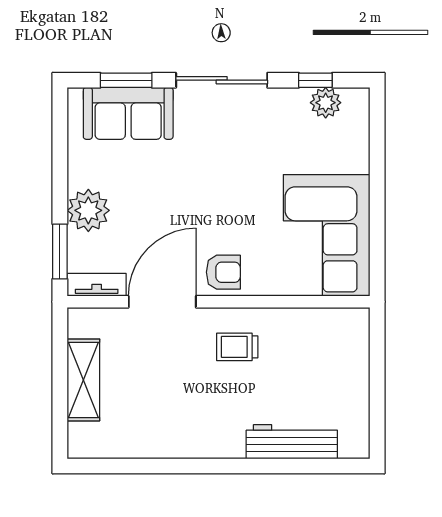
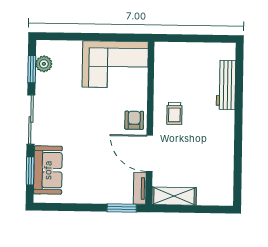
window: (315, 80) -> (32, 69), width x1.50
plant: (88, 210) -> (100, 192), removed
shelving: (83, 380) -> (174, 196), moved

